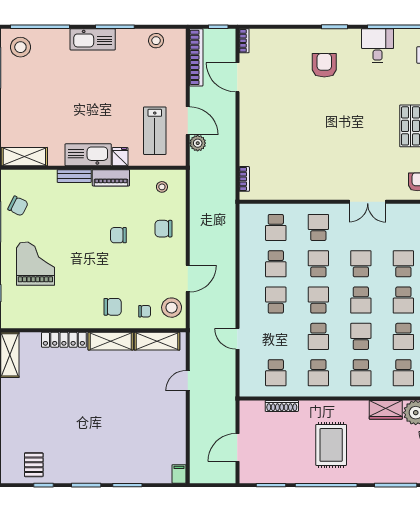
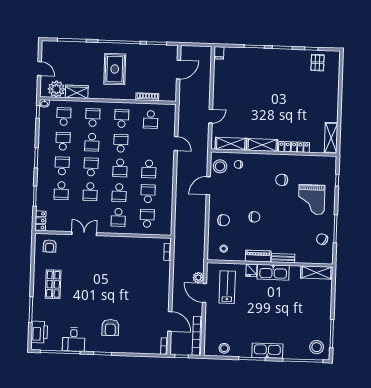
chair: (113, 307) -> (282, 180), moved
school desk: (276, 373) -> (151, 120), turned 180

